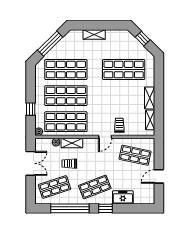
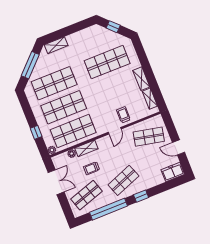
shelving: (94, 35) -> (56, 45), moved
door: (159, 176) -> (178, 147), hinge flipped
freezer: (123, 197) -> (173, 172), moved

